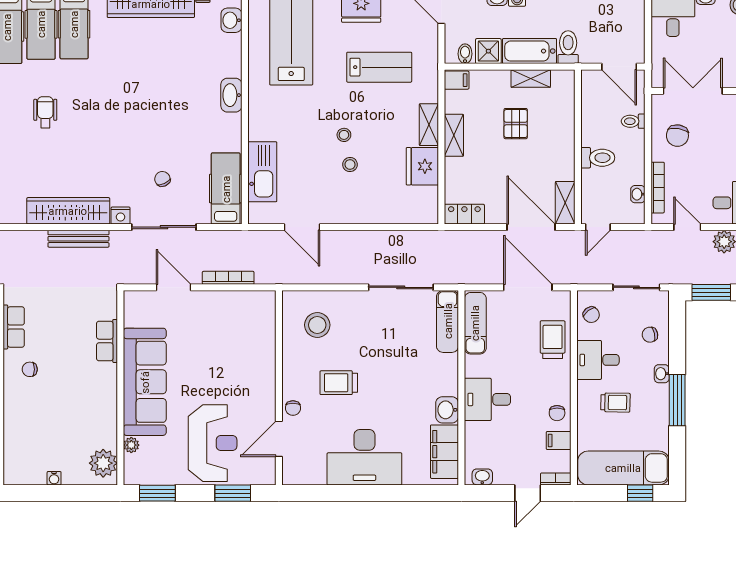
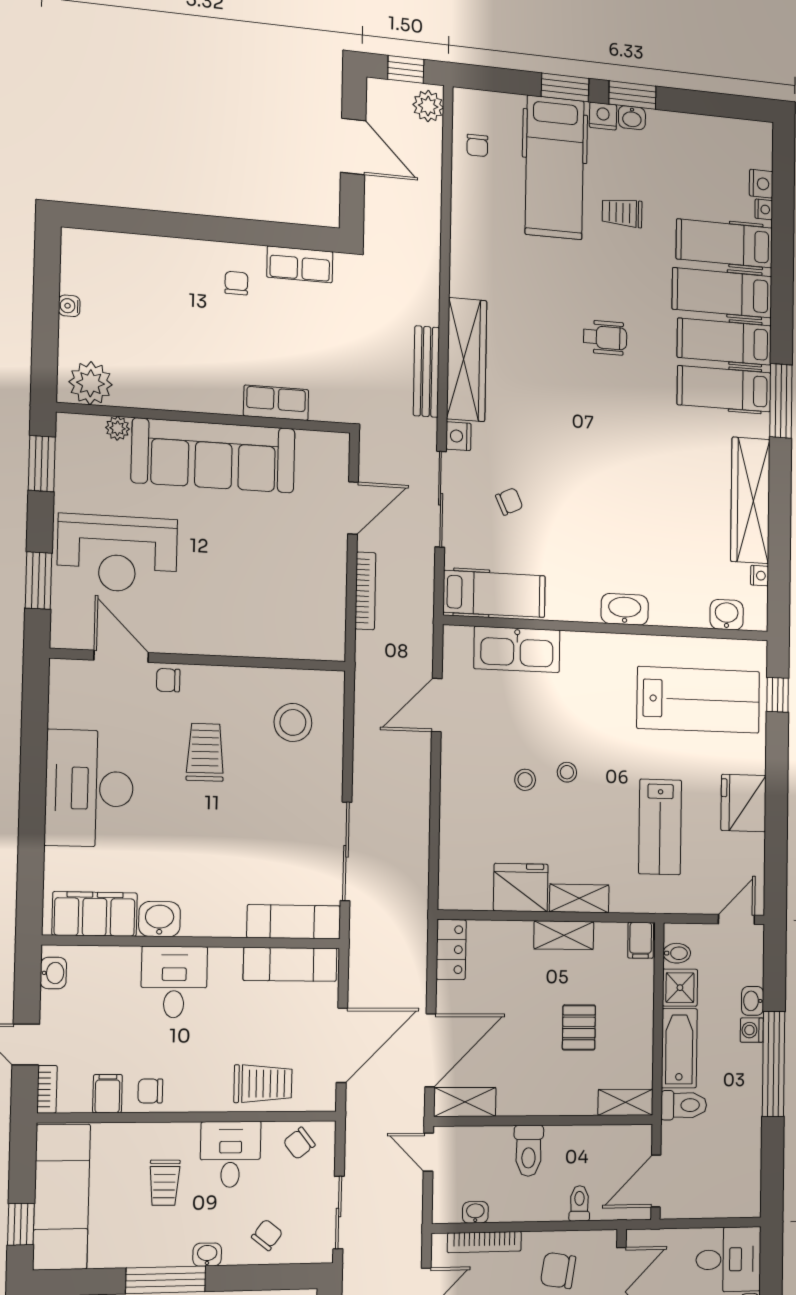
shelving: (531, 79) -> (626, 1102), moved, turned 90
pallet: (516, 124) -> (579, 1027), turned 90
chair: (650, 335) -> (267, 1235), turned 50

